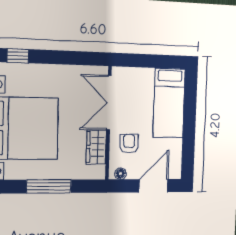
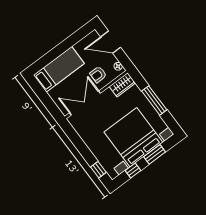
double door: (109, 103) -> (85, 103), swing flipped
wardrobe: (96, 147) -> (122, 85), moved

